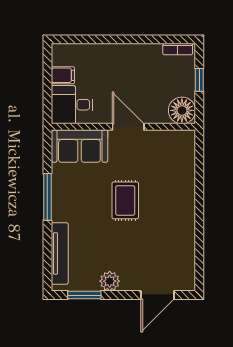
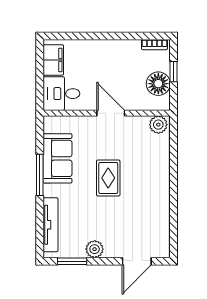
filing cabinet: (63, 75) -> (53, 60), width x2.00
floor lamp: (182, 110) -> (158, 84), moved
plant: (182, 140) -> (158, 125), added
sofa: (79, 146) -> (57, 158), moved, turned -90

